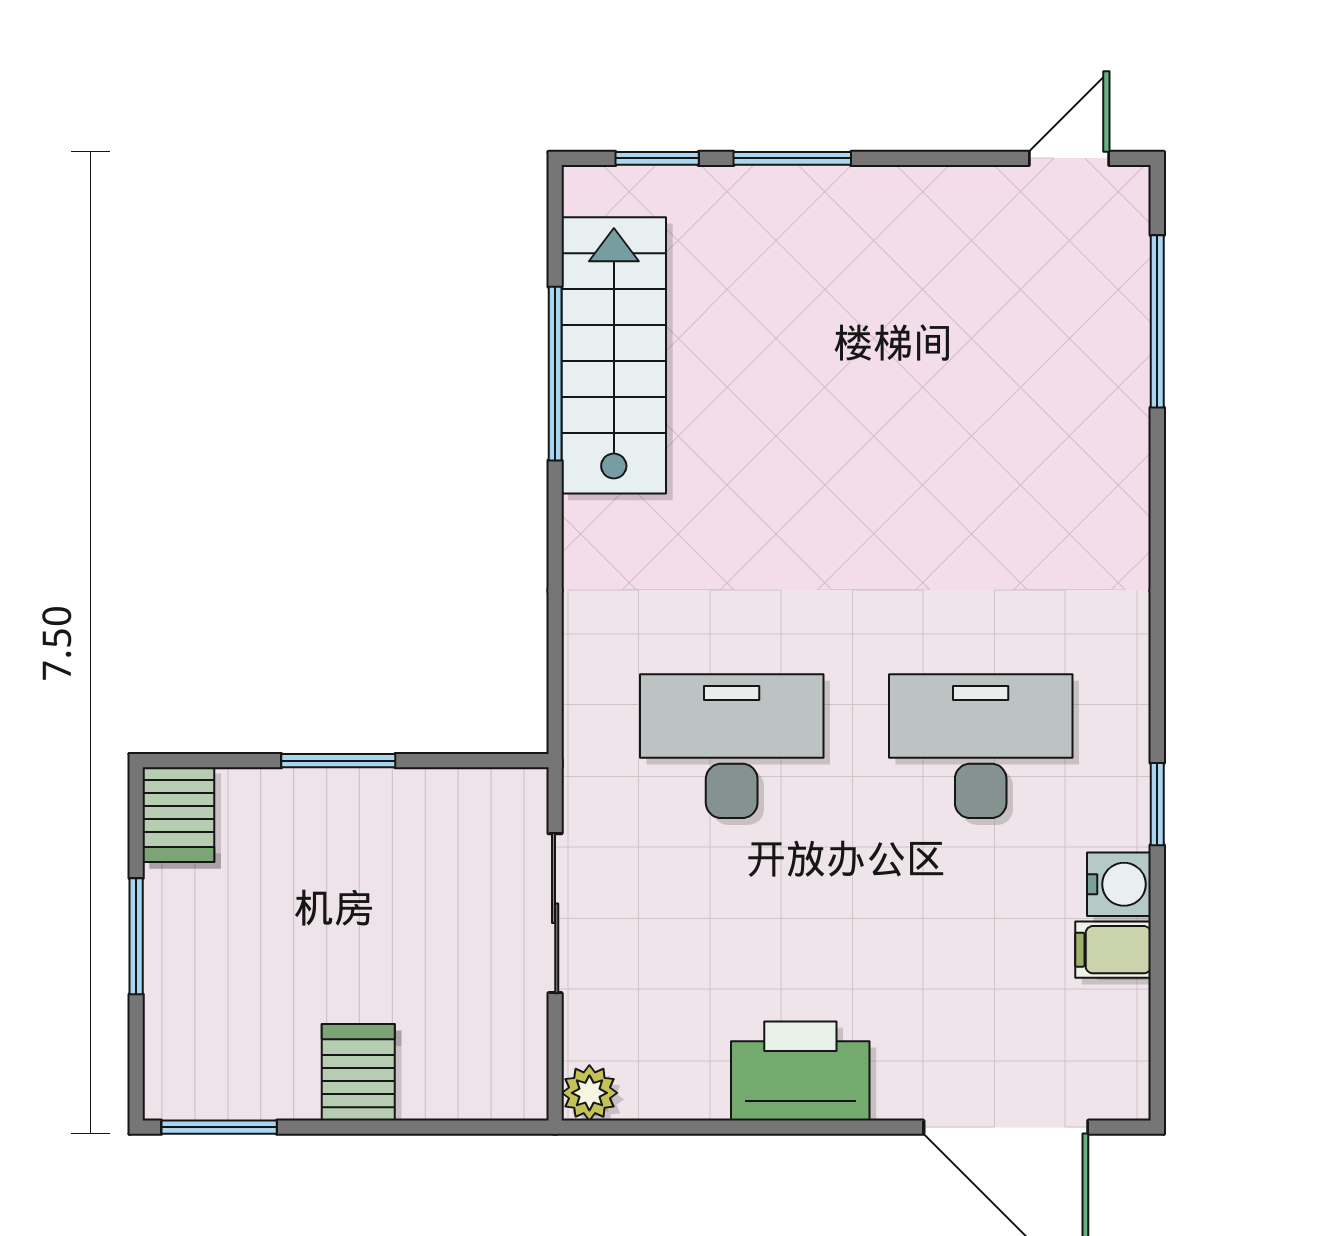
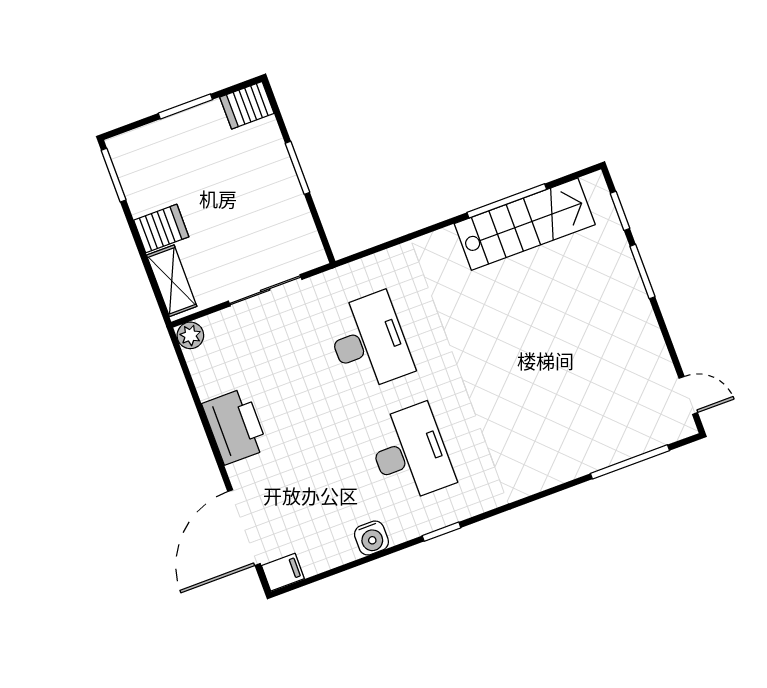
window: (1157, 804) -> (441, 532), moved
filing cabinet: (1113, 950) -> (283, 572), moved, turned 90
shelving: (469, 1090) -> (172, 281), added

